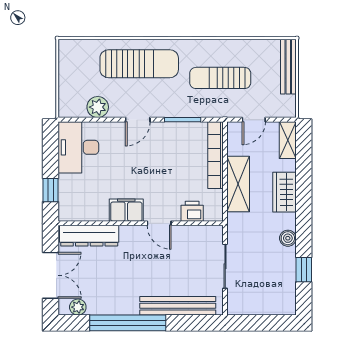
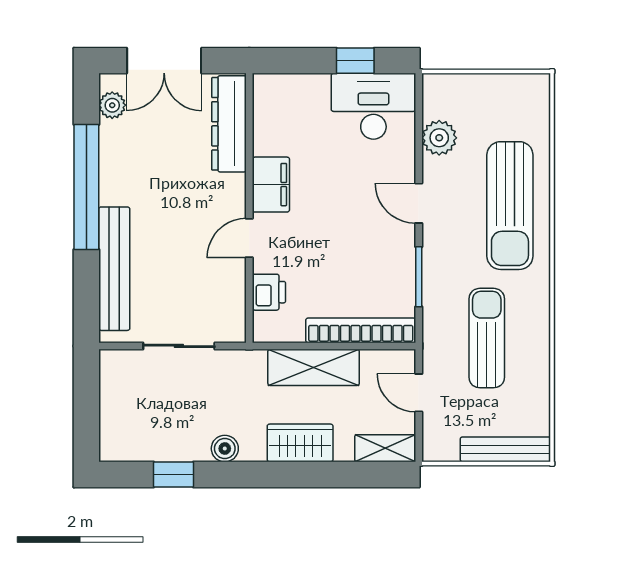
window: (50, 190) -> (355, 61), moved

